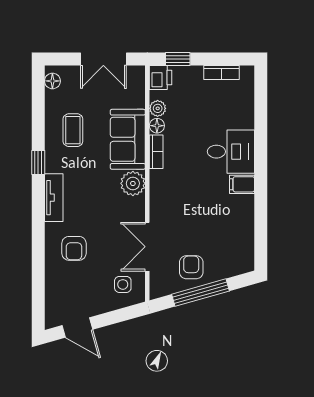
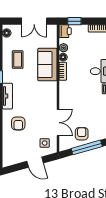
plant: (133, 183) -> (50, 88), removed
double door: (147, 247) -> (58, 123), swing flipped
door: (77, 327) -> (35, 162), moved

